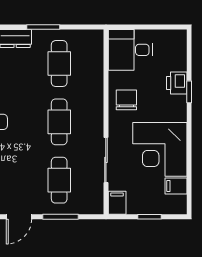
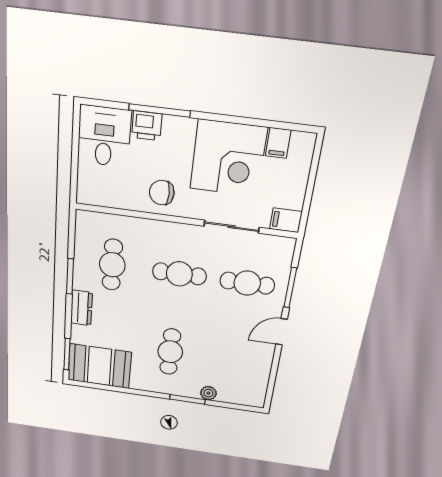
desk: (130, 50) -> (104, 136), moved, turned 180
cafe table: (59, 64) -> (112, 265), turned 90
window: (189, 92) -> (159, 110), width x2.17
door: (19, 217) -> (282, 332), swing flipped
window: (149, 217) -> (311, 182), removed

